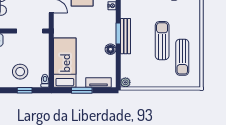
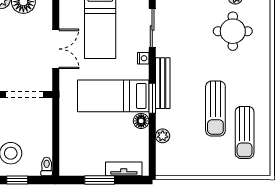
bench: (125, 36) -> (163, 83), moved
sun lounger: (162, 41) -> (215, 109), turned 180
bed: (65, 63) -> (113, 96), moved, turned -90
plant: (125, 82) -> (163, 136), moved

